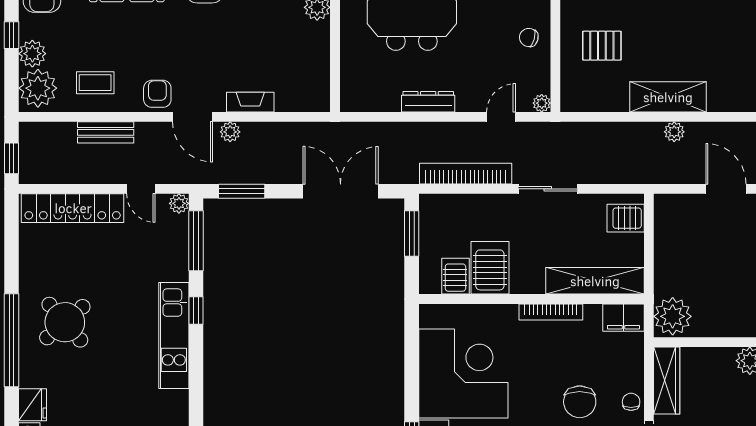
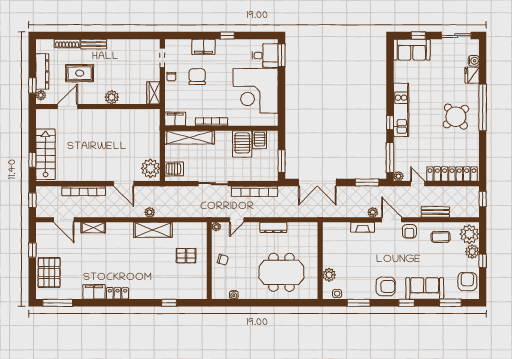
plant: (673, 316) -> (151, 168), moved
wardrobe: (667, 381) -> (153, 93), width x0.67

